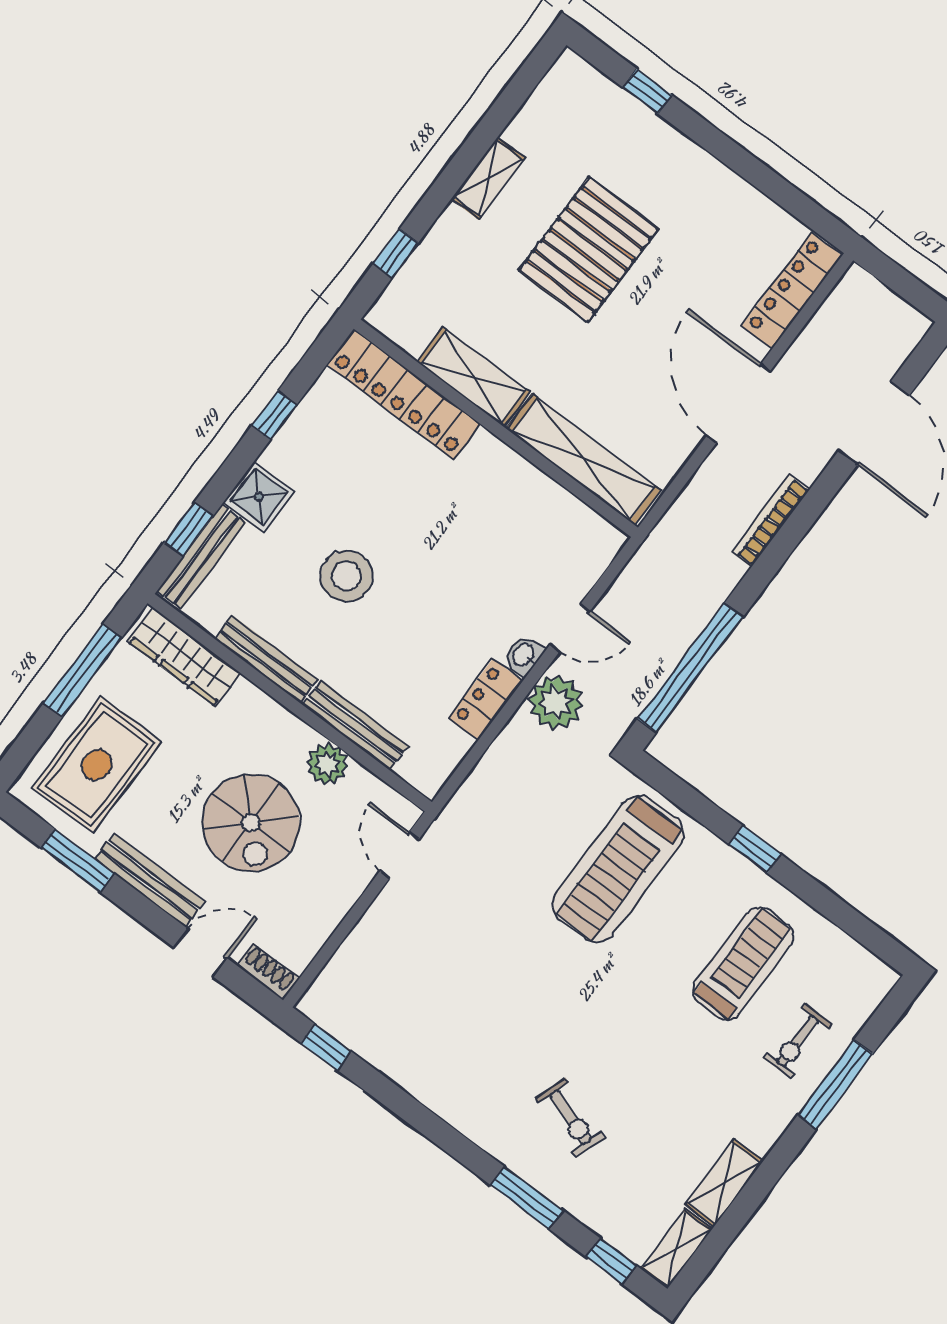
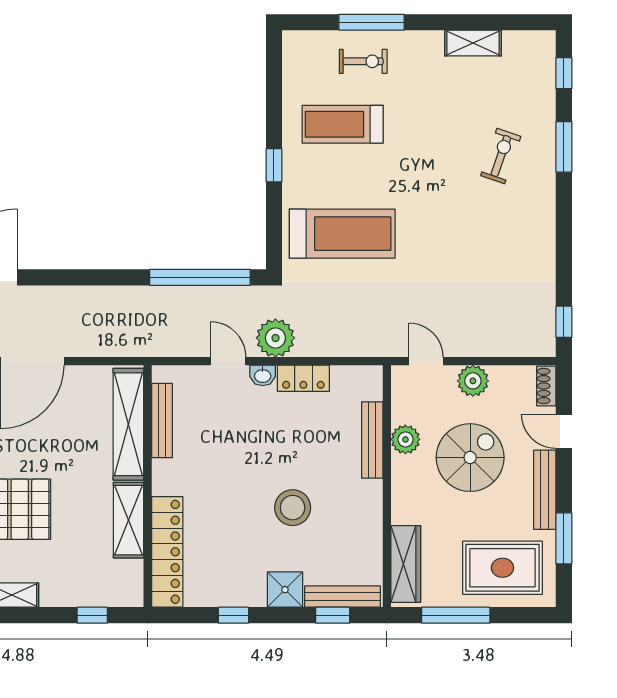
bookcase: (771, 521) -> (84, 294), removed
bench: (266, 659) -> (162, 421), moved
door: (399, 855) -> (426, 361), swing flipped
plant: (337, 892) -> (473, 381), added
shelving: (676, 1249) -> (530, 42), removed

